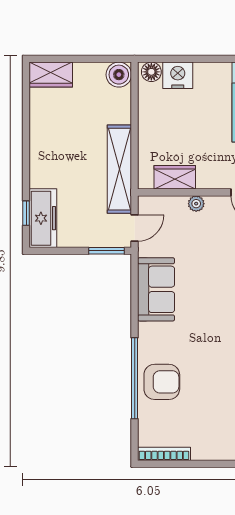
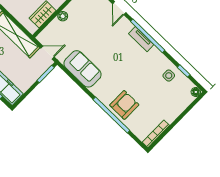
door: (135, 228) -> (47, 53), hinge flipped

